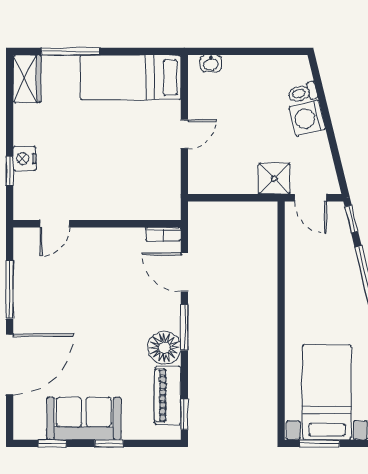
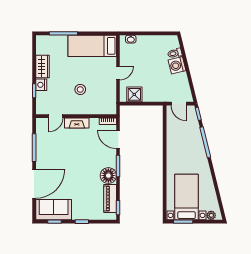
wardrobe: (27, 79) -> (42, 66), moved
stool: (106, 168) -> (80, 89), added
shower: (274, 179) -> (134, 94), moved
fireplace: (99, 238) -> (77, 123), added
sofa: (84, 418) -> (54, 210), moved

